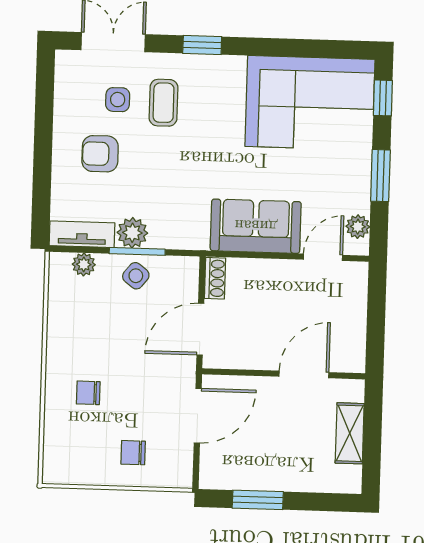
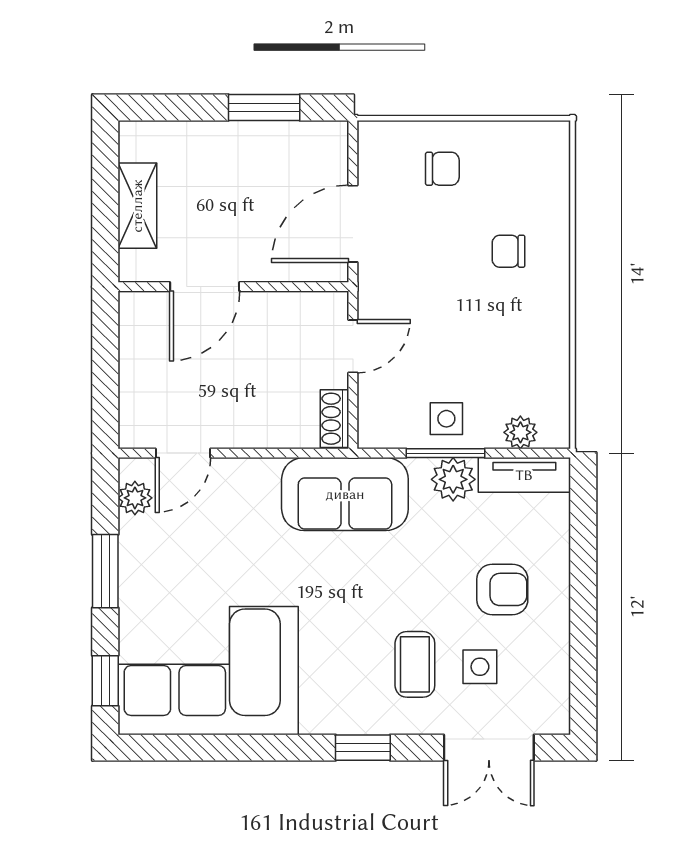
sofa: (256, 226) -> (345, 494), moved
side table: (136, 276) -> (446, 419), turned -38
door: (200, 329) -> (353, 346), width x0.73
chair: (88, 393) -> (508, 251), turned 180

